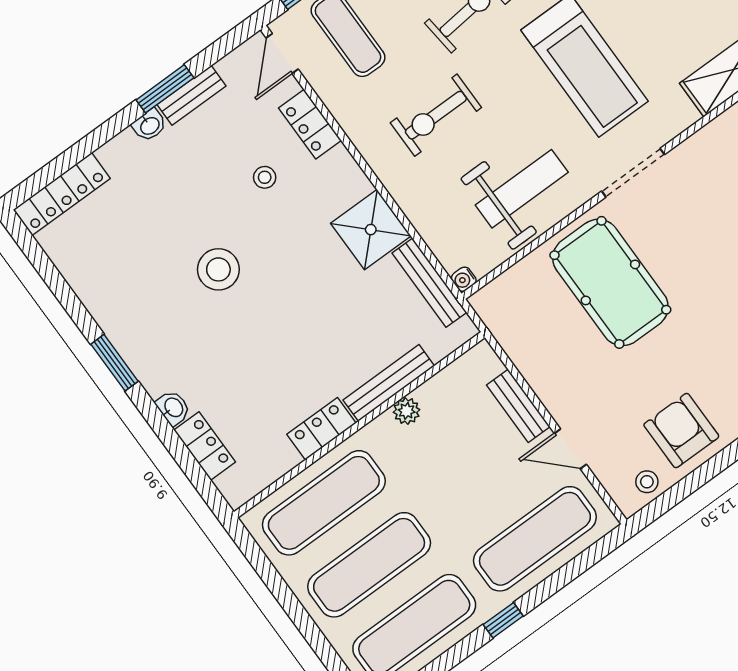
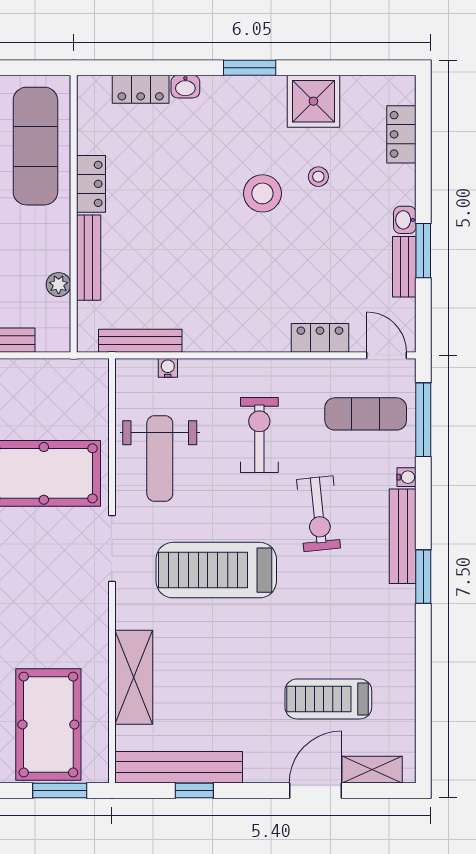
stool: (265, 177) -> (318, 177), moved
locker: (62, 194) -> (401, 134), width x0.66
shower: (371, 230) -> (313, 101), moved
water cooler: (464, 279) -> (168, 368), moved
plant: (407, 411) -> (59, 285), moved

